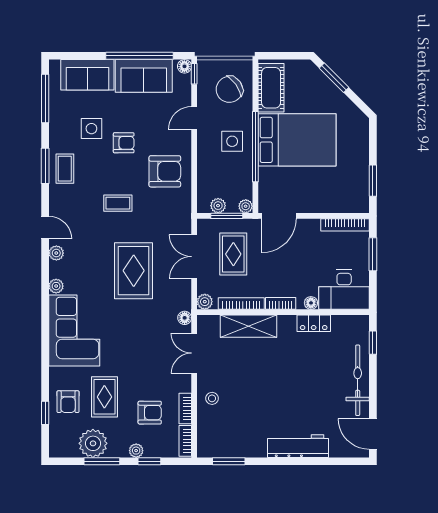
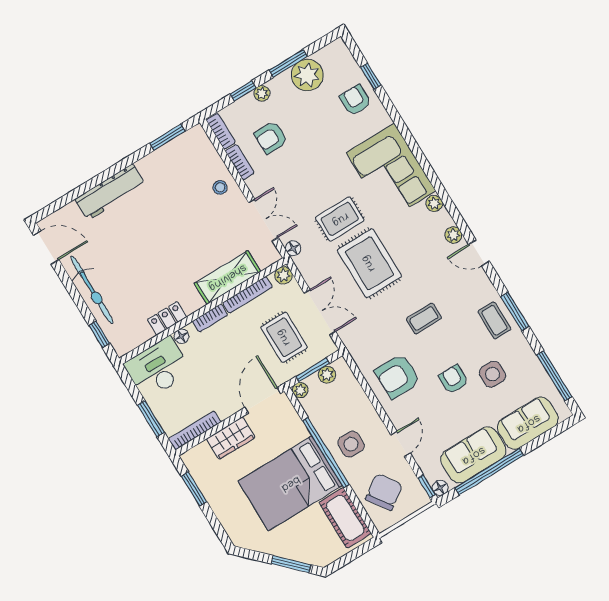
armchair: (124, 143) -> (453, 379), turned 90
wardrobe: (321, 202) -> (231, 438), added
rug: (104, 397) -> (340, 219), moved, turned 90

